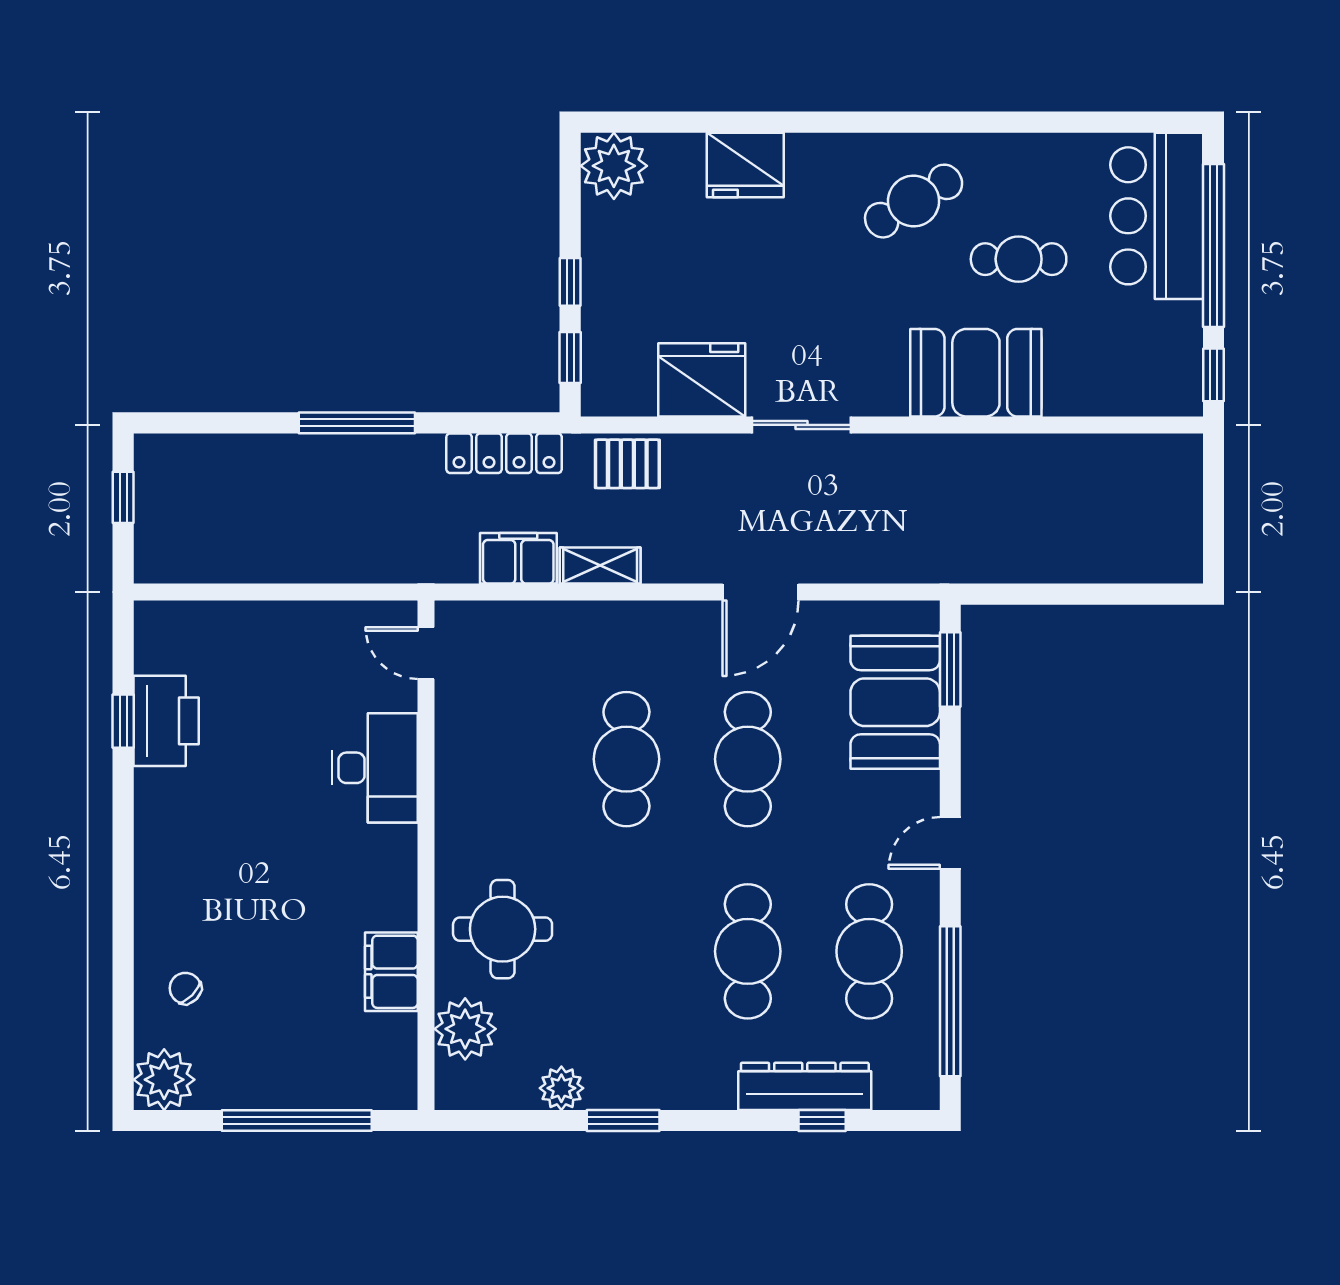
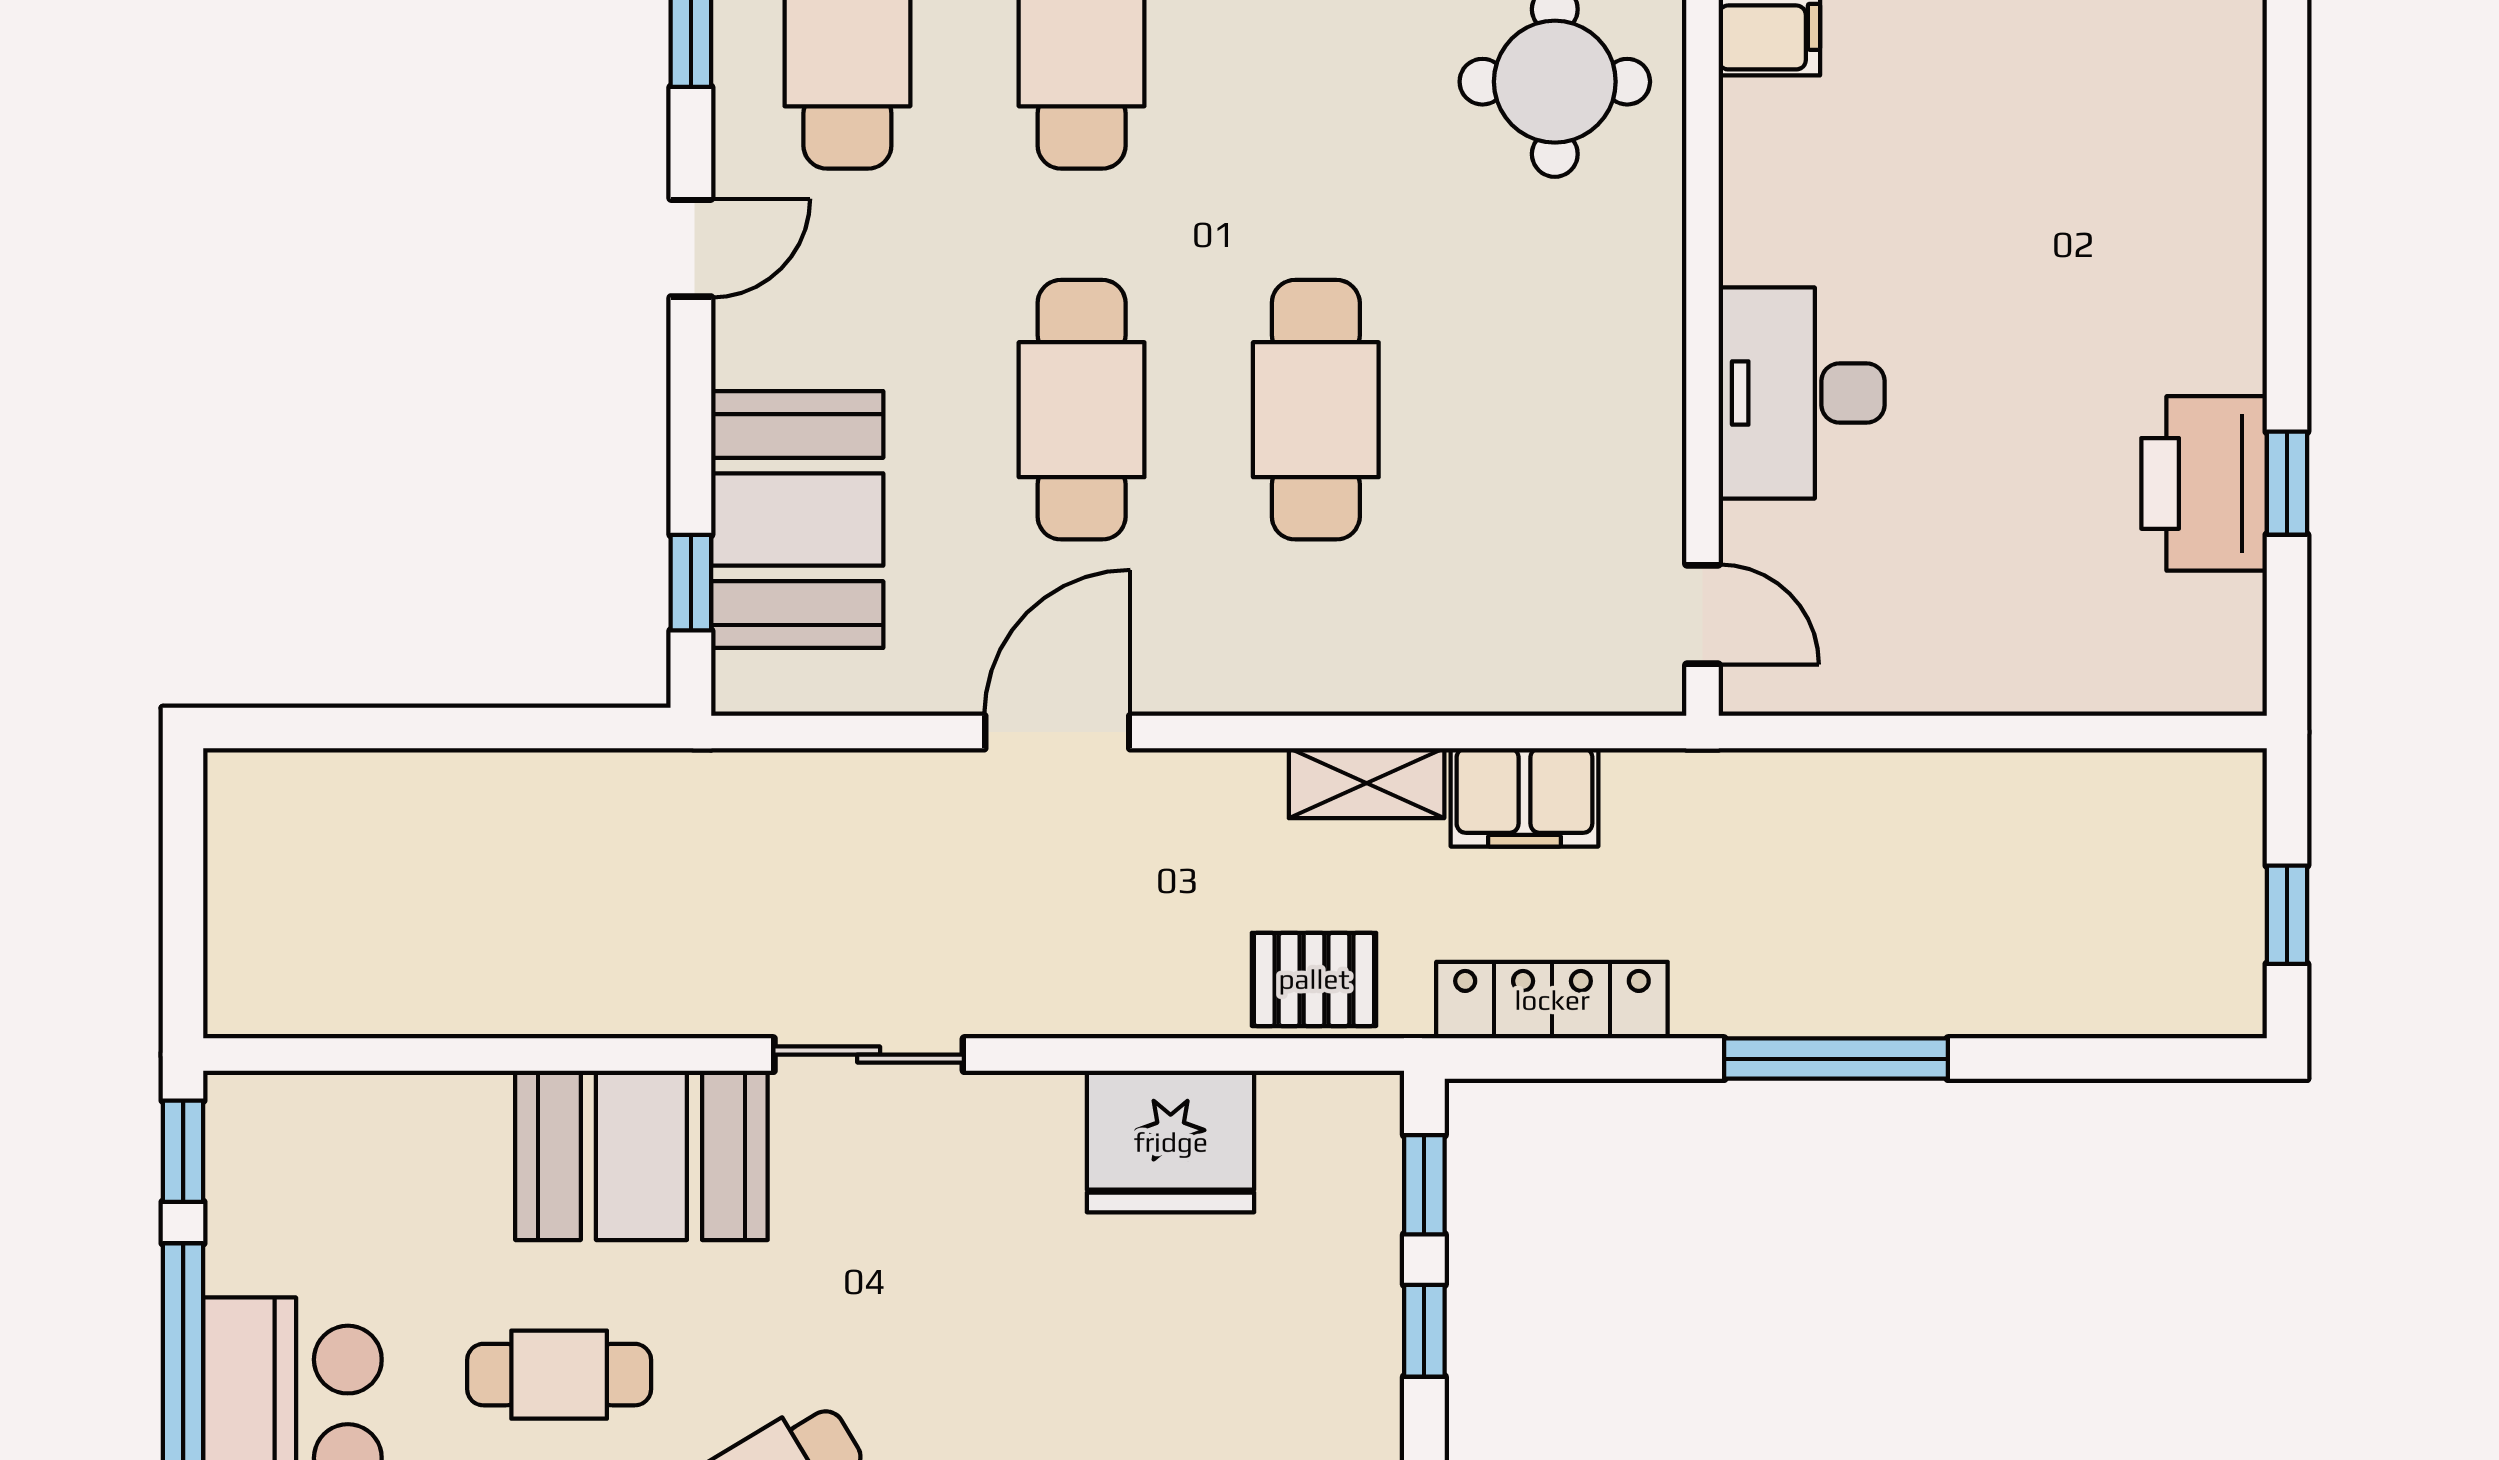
sliding door: (801, 425) -> (869, 1055), moved
window: (950, 670) -> (691, 583), width x0.67

